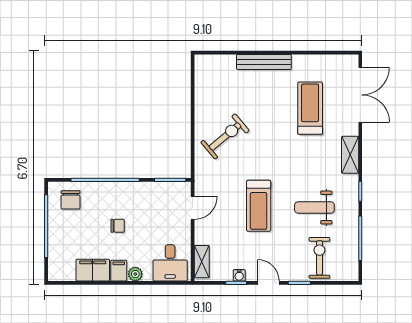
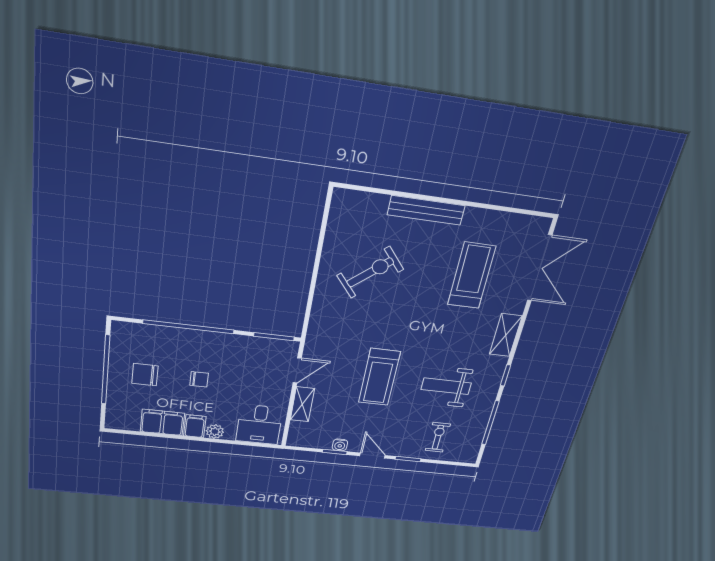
exercise bike: (225, 136) -> (370, 272), moved
chair: (71, 200) -> (145, 375), moved, turned 90
exercise bike: (319, 258) -> (438, 437), width x0.73, depth x0.72
shelving: (202, 262) -> (302, 404), moved

